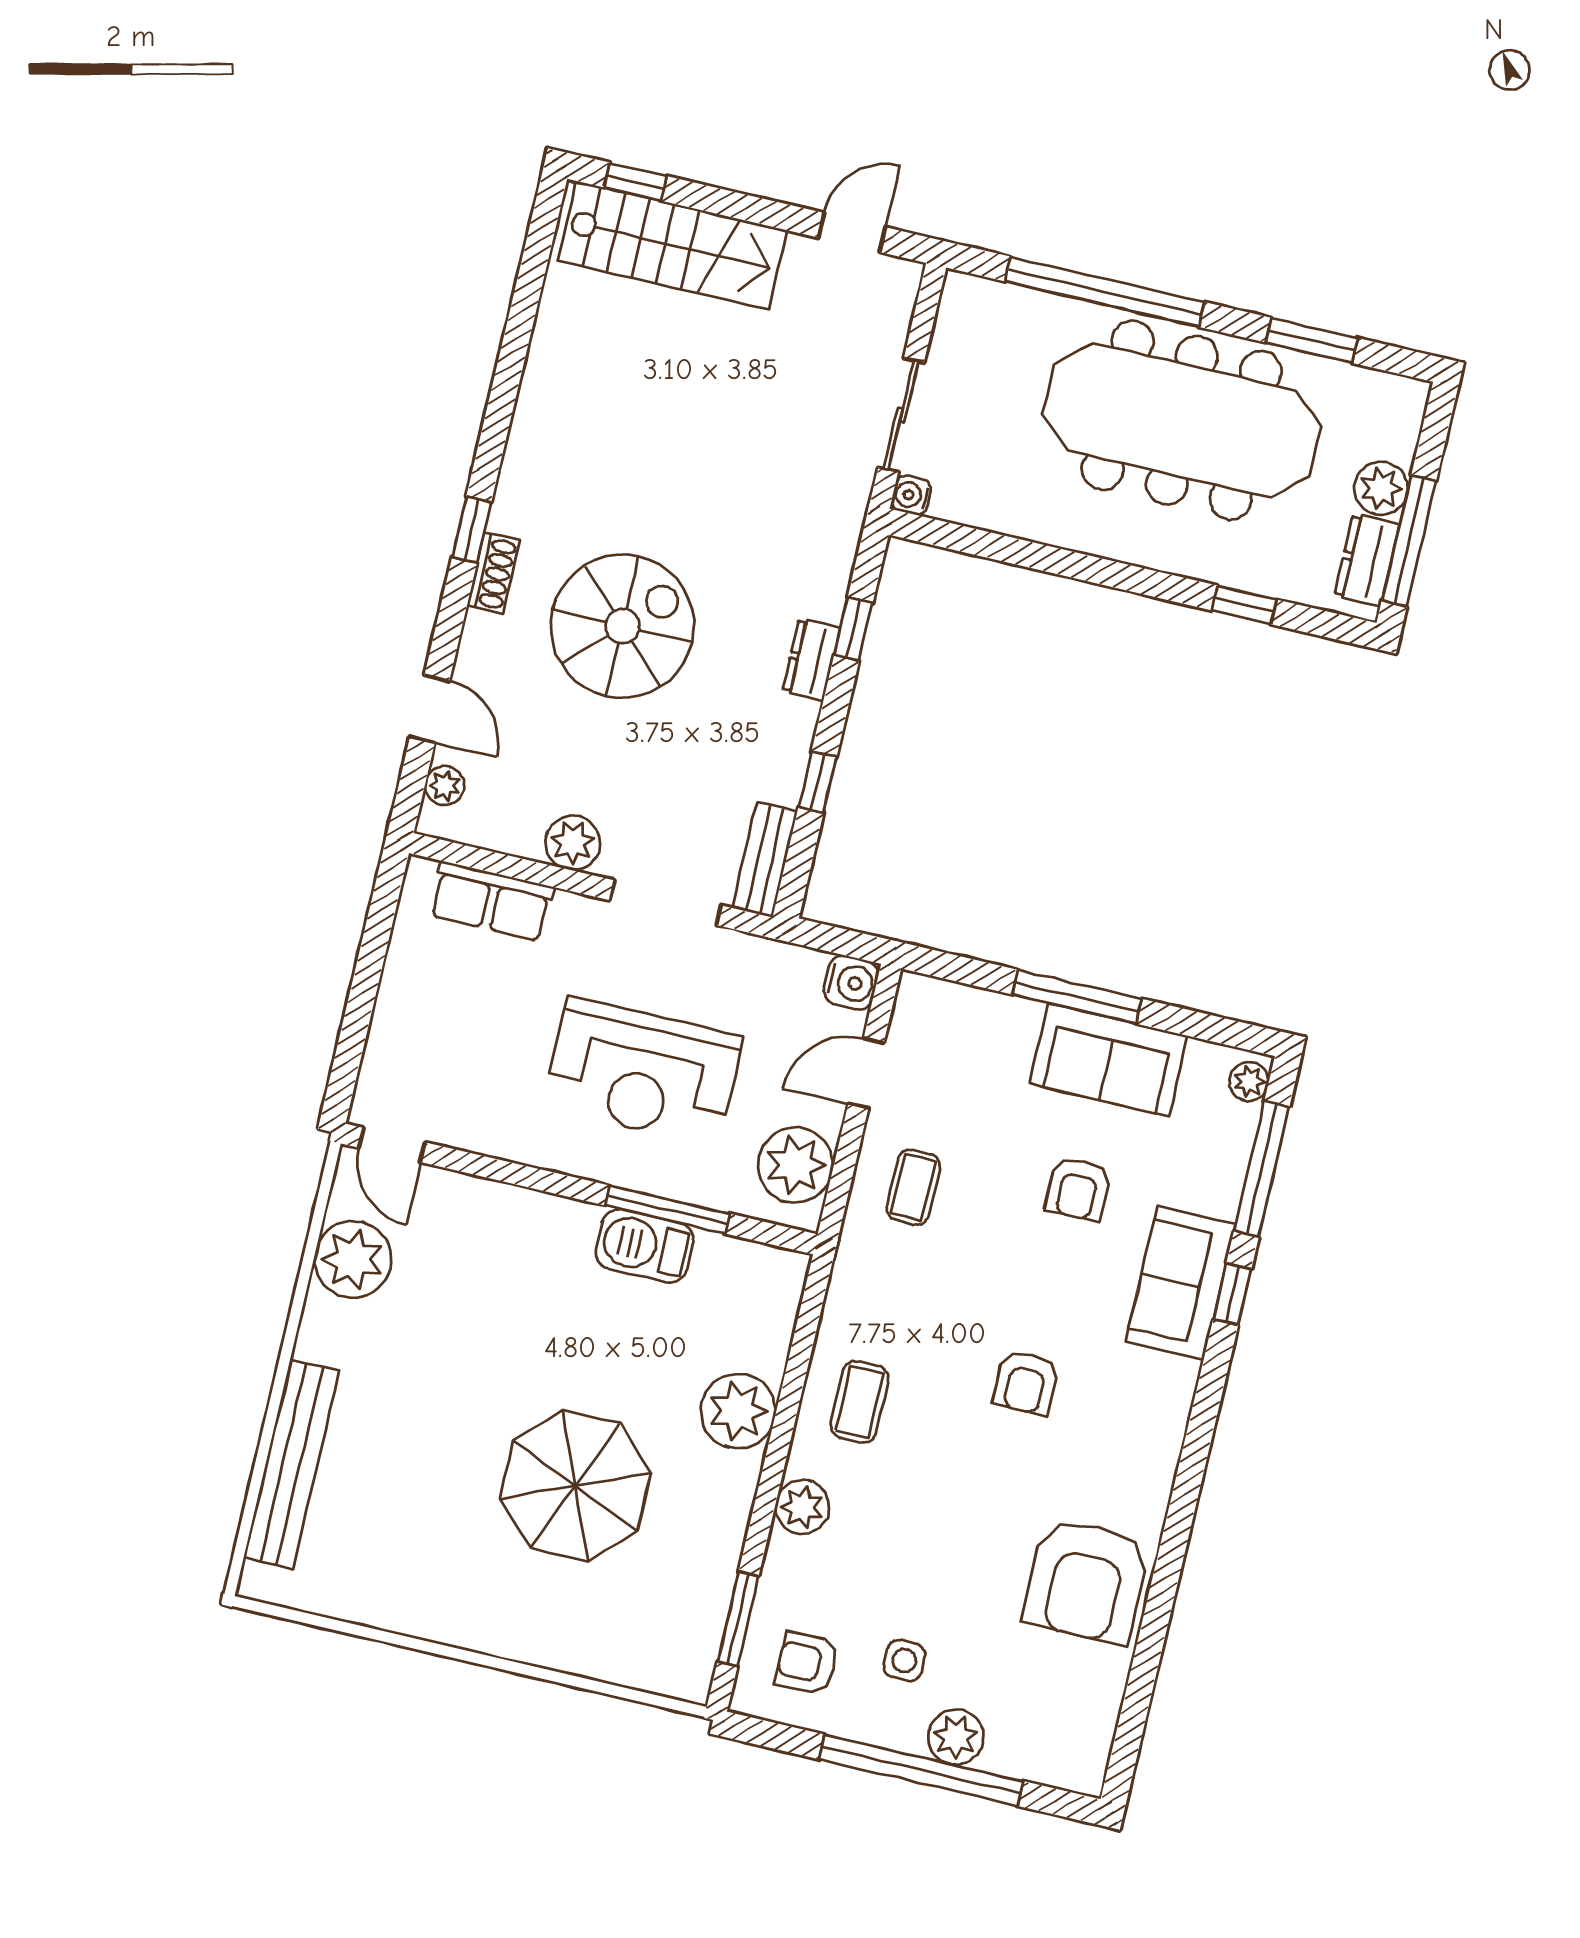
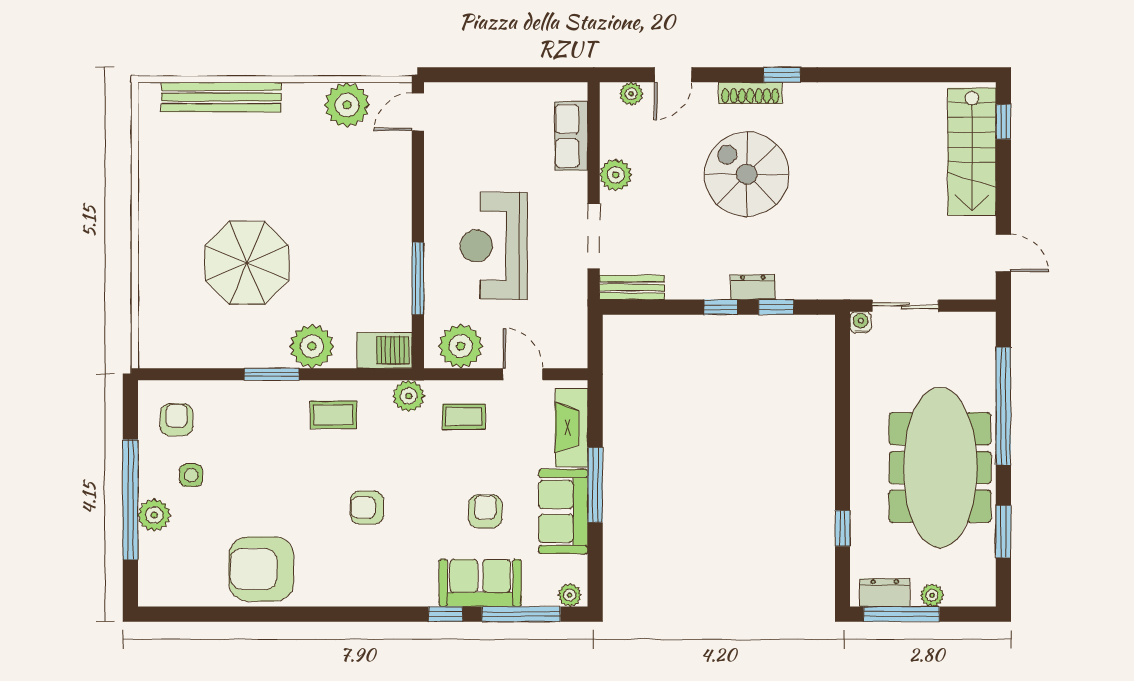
plant: (1381, 488) -> (932, 595), width x0.73, depth x0.73
shoe rack: (493, 573) -> (750, 93), width x1.43
spiral stairs: (622, 626) -> (747, 174), turned 180
window: (818, 782) -> (721, 307), moved
water cooler: (851, 983) -> (573, 353), removed
fireplace: (973, 1013) -> (572, 428), added
armchair: (1078, 1189) -> (485, 511), turned 90
barbecue: (645, 1246) -> (384, 350), moved, turned 90
sofa: (1181, 1283) -> (480, 583), moved
plant: (802, 1507) -> (409, 396), moved
window: (738, 1619) -> (272, 374), moved

